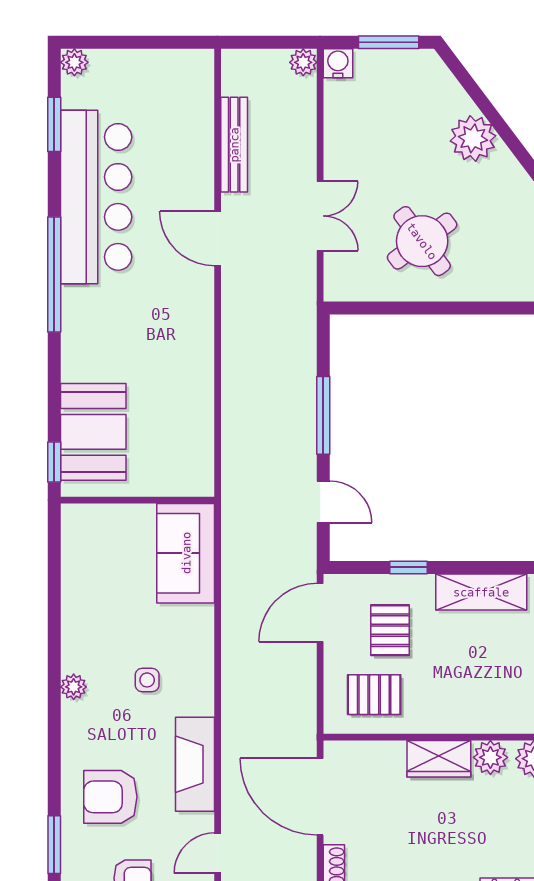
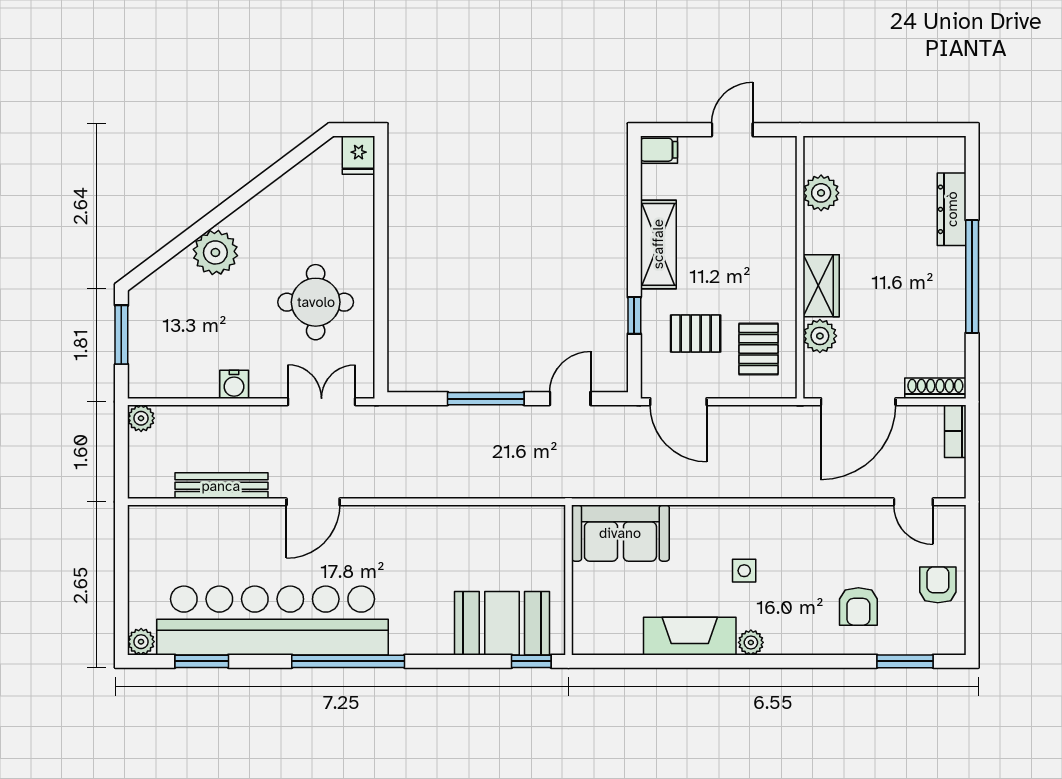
water cooler: (338, 63) -> (234, 384), moved, turned -90
bar counter: (96, 197) -> (273, 620), width x1.36
double door: (320, 216) -> (322, 402), moved
round table: (422, 241) -> (316, 302), turned 36
plant: (490, 757) -> (820, 336), moved
fireplace: (195, 764) -> (690, 636), moved, turned 180
armchair: (110, 797) -> (858, 607), width x0.72, depth x0.72

